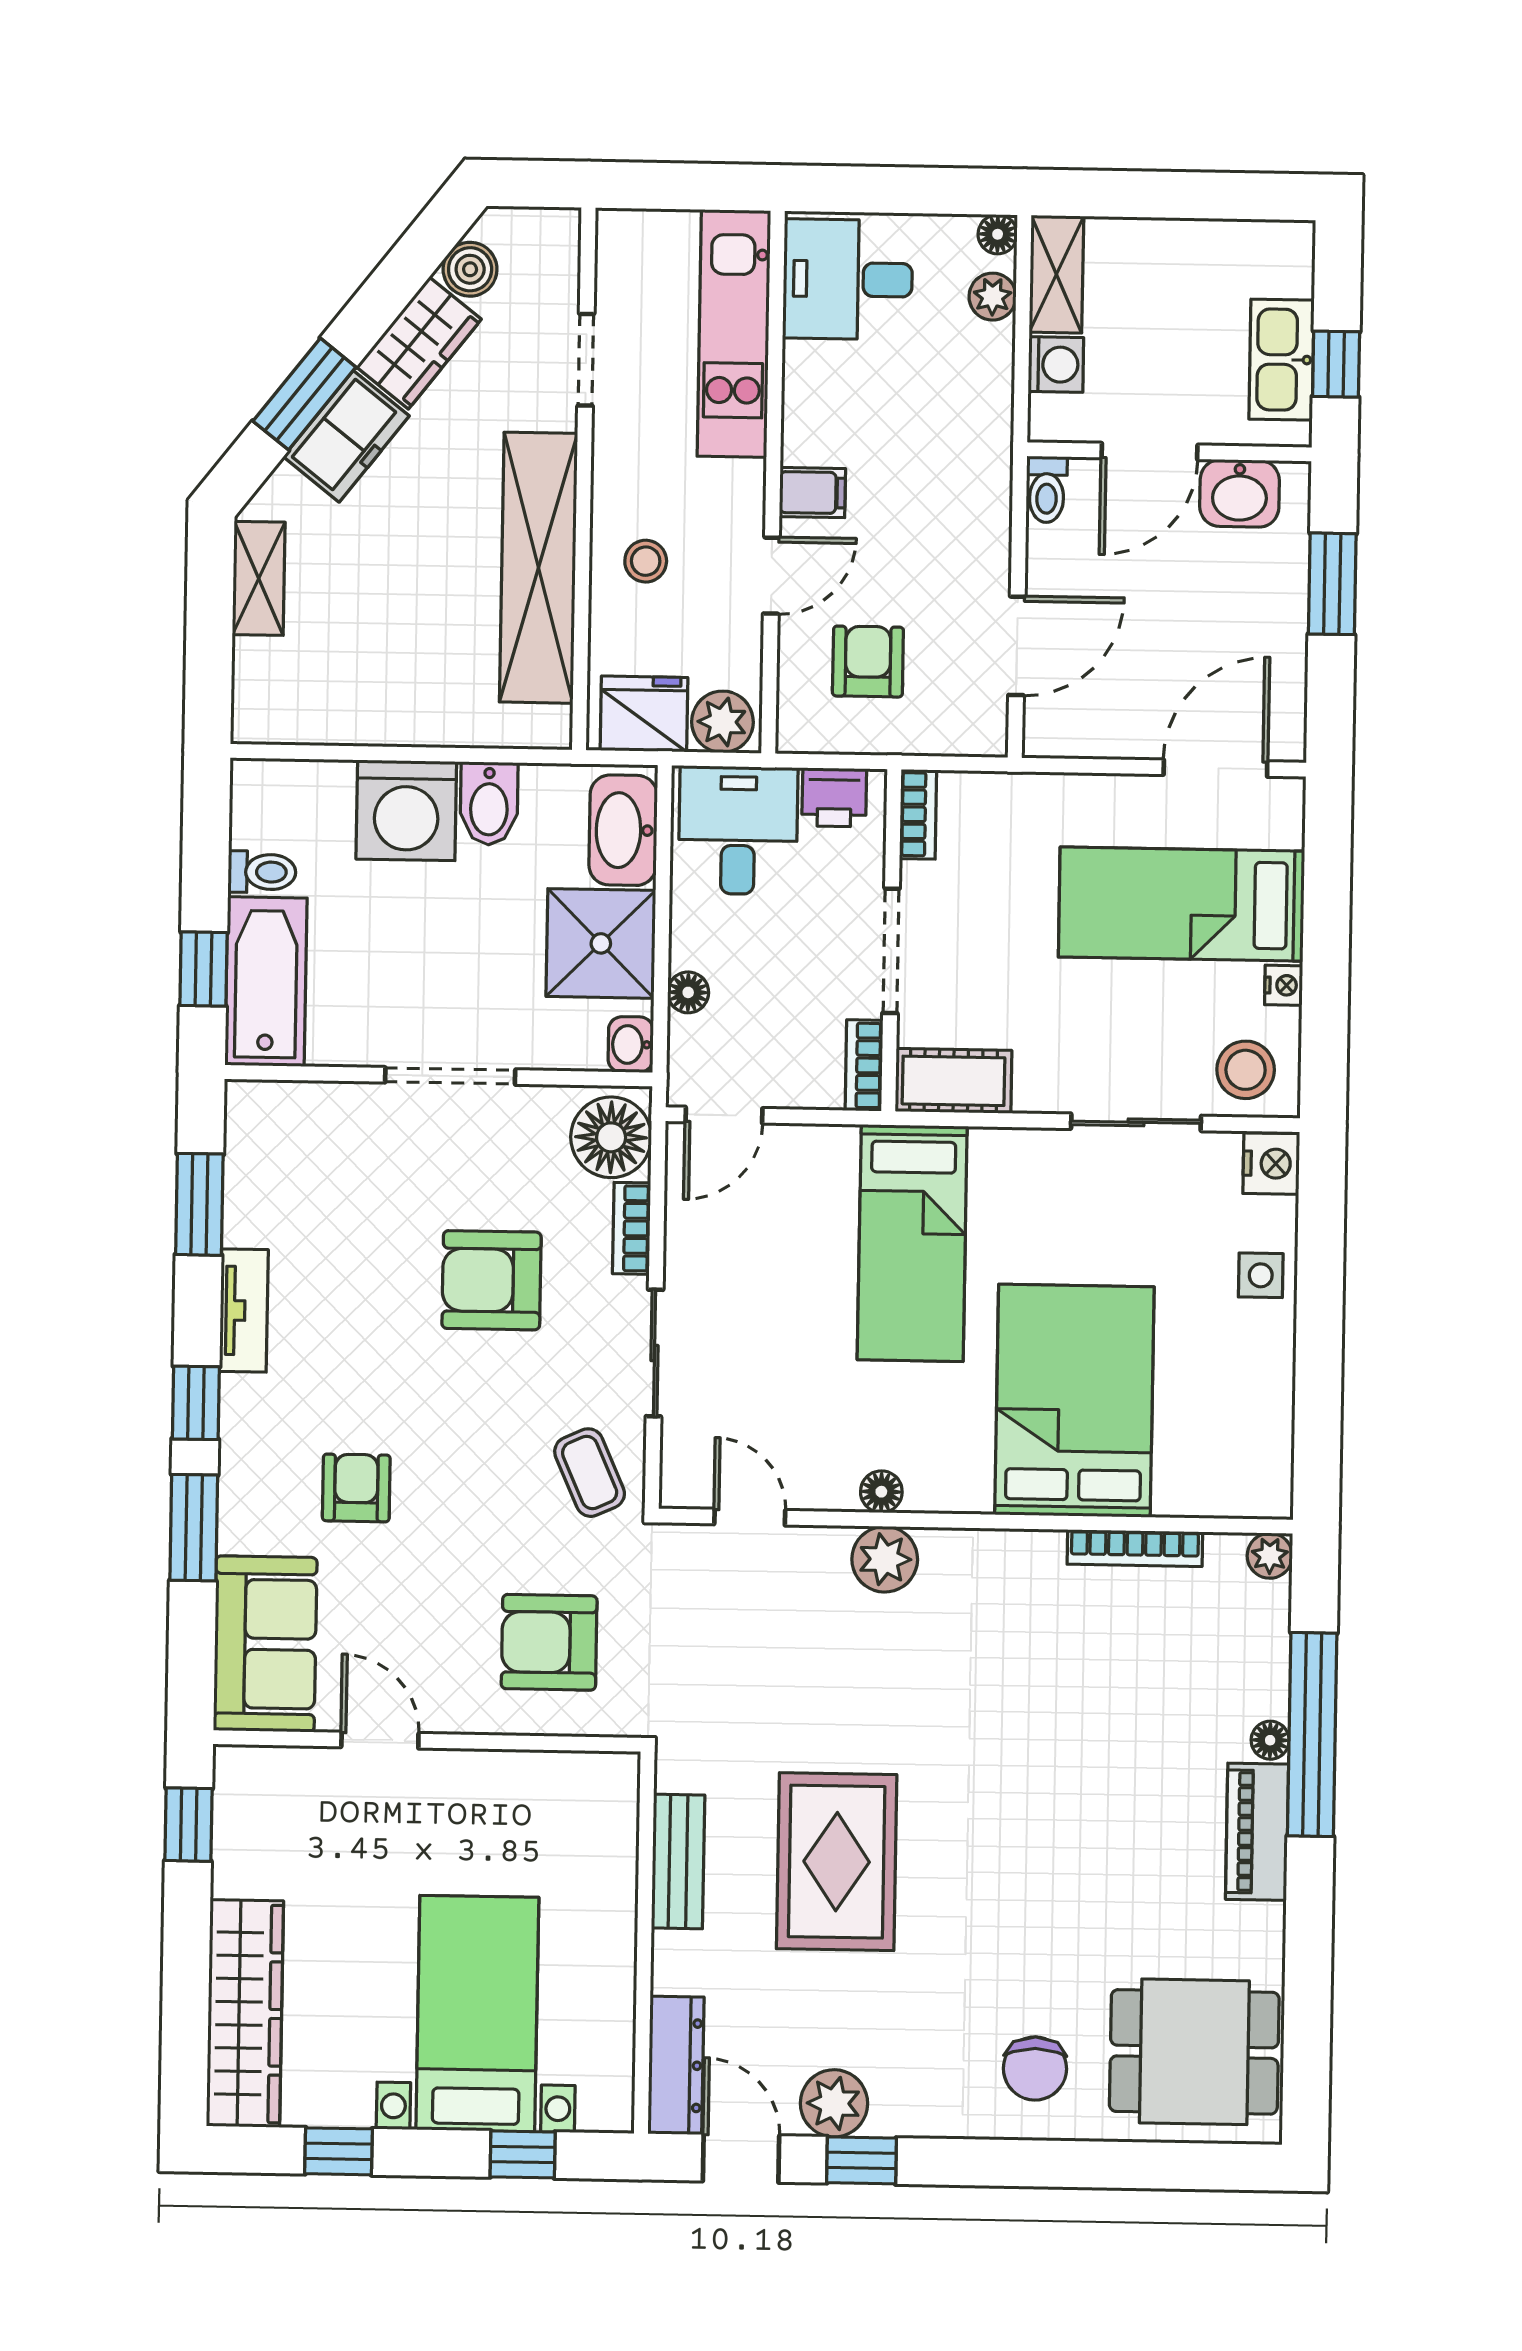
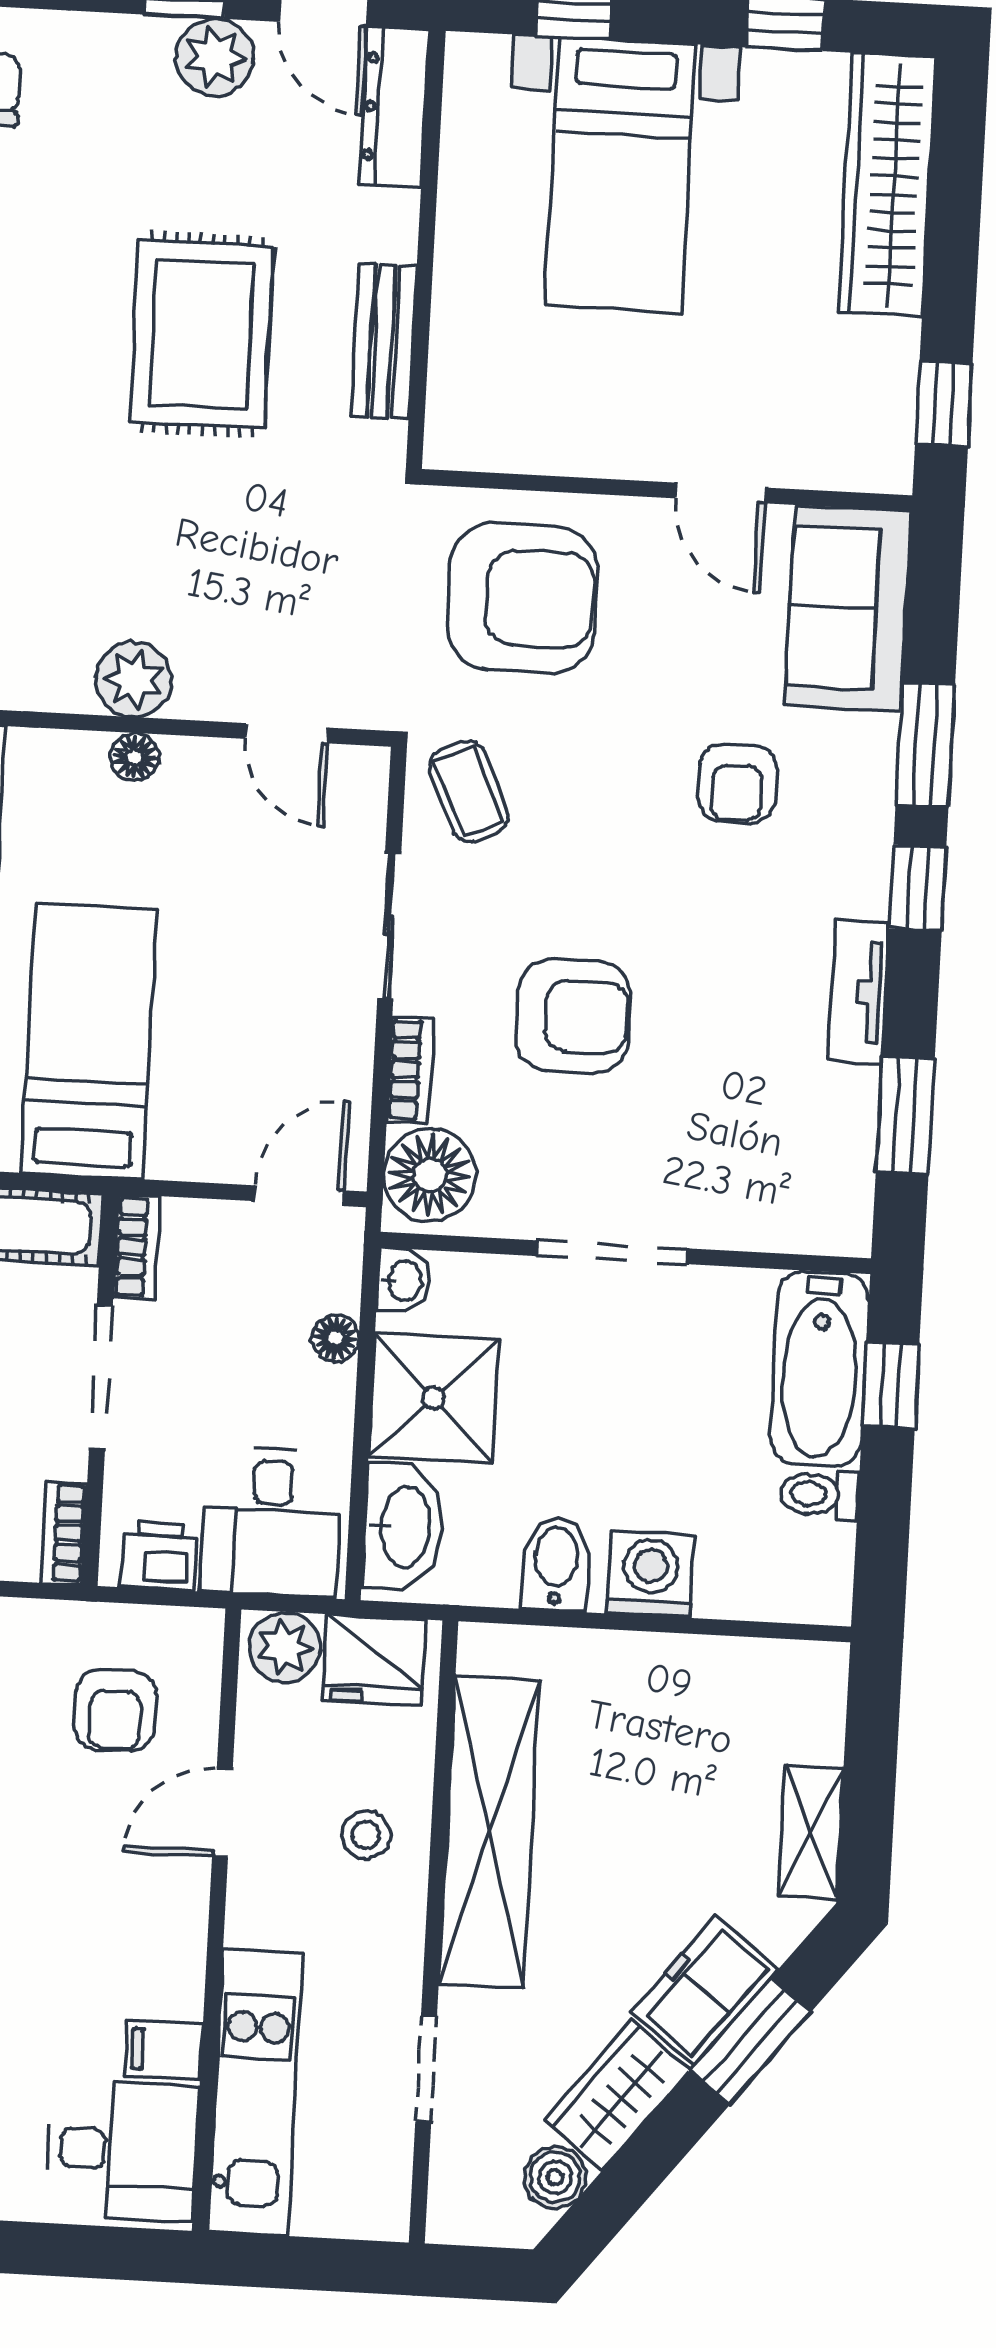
filing cabinet: (812, 493) -> (164, 2050), moved
washing machine: (406, 810) -> (650, 1574), width x0.73, depth x0.73
armchair: (549, 1642) -> (522, 598), width x1.36, depth x1.36

